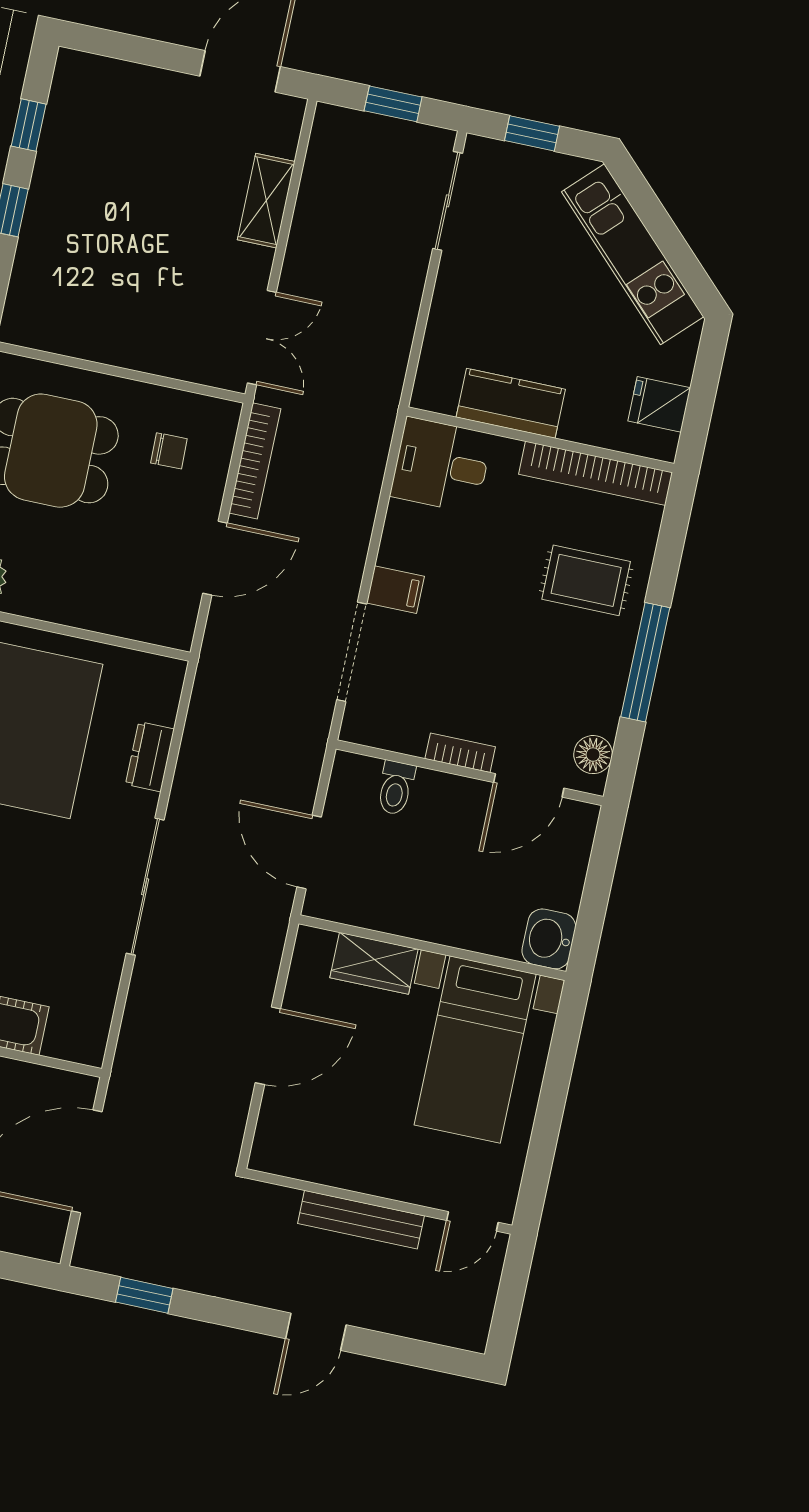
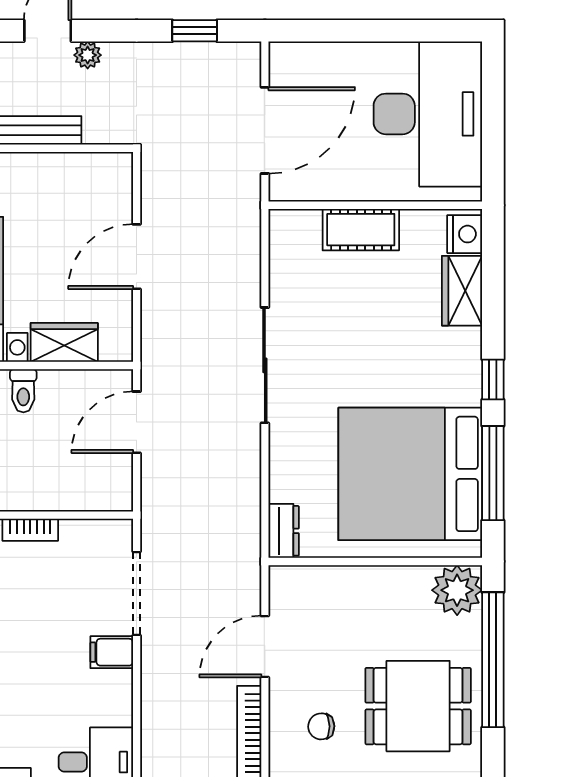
dresser: (150, 757) -> (284, 531), moved
toilet: (396, 788) -> (23, 391), moved, turned 180
door: (309, 852) -> (137, 422), swing flipped
plant: (275, 1293) -> (88, 55), added

